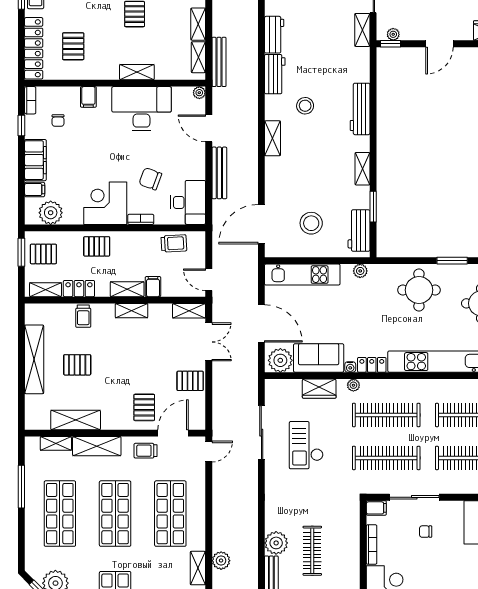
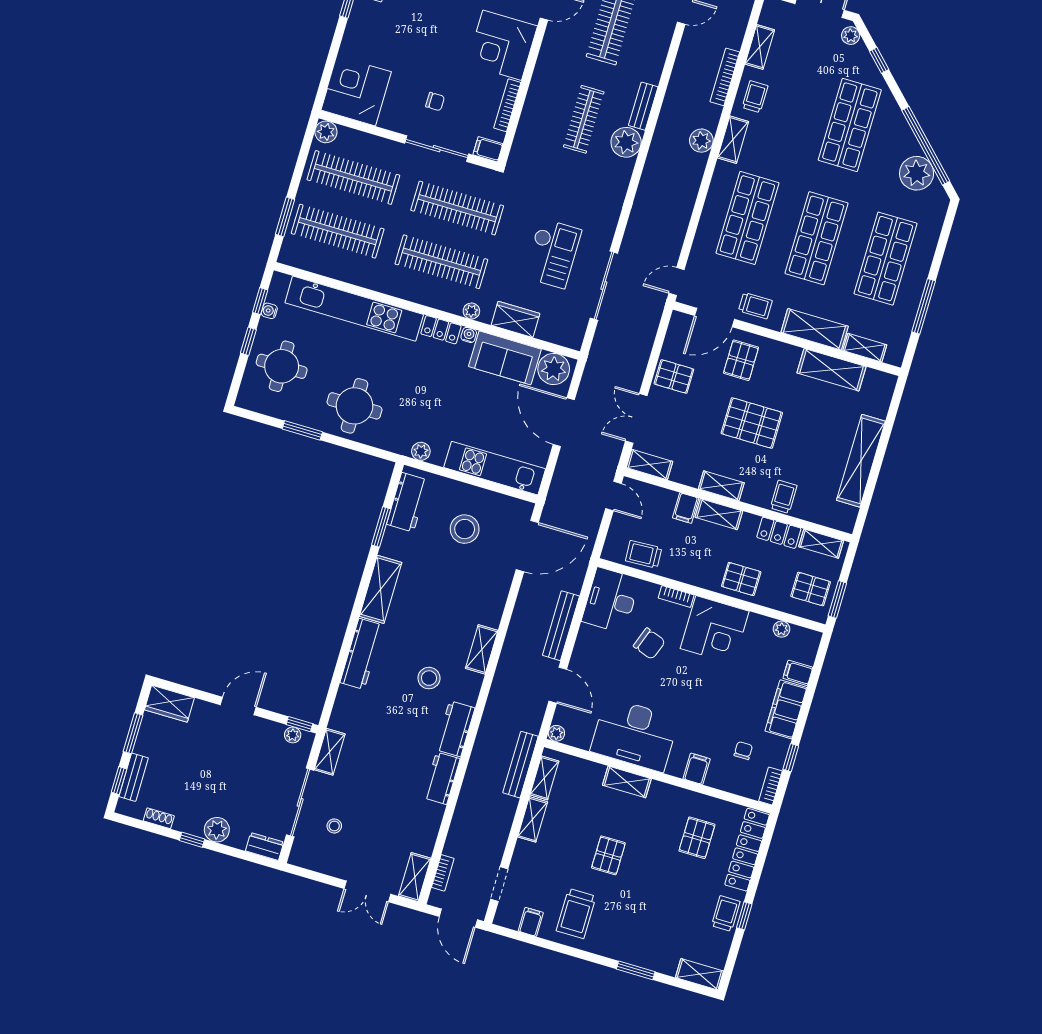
shelving: (362, 169) -> (381, 589), width x1.50, depth x1.33
plant: (51, 213) -> (782, 629), width x0.53, depth x0.53
pallet: (77, 365) -> (752, 423), moved, width x1.50, depth x1.42

